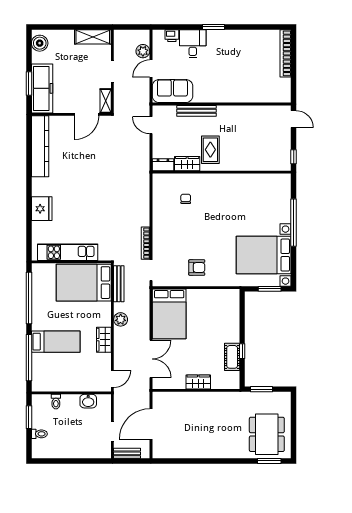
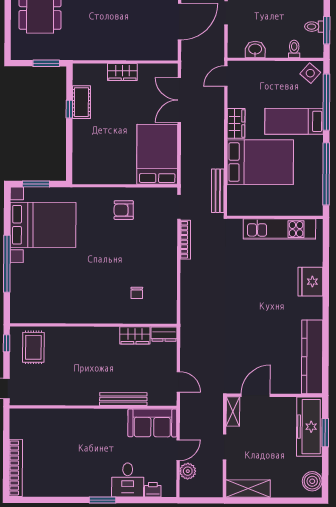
rug: (210, 150) -> (33, 347), moved
bed: (84, 283) -> (260, 162), moved
plant: (121, 319) -> (216, 148), removed
side table: (42, 382) -> (310, 73), added
toilet: (39, 434) -> (314, 27), moved

